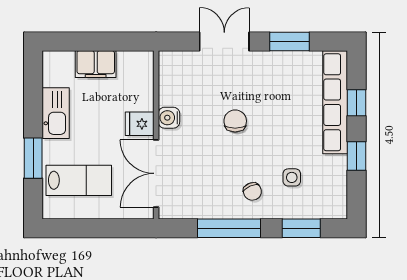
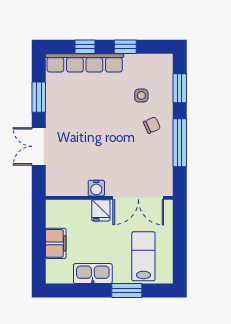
chair: (235, 121) -> (99, 138), removed

